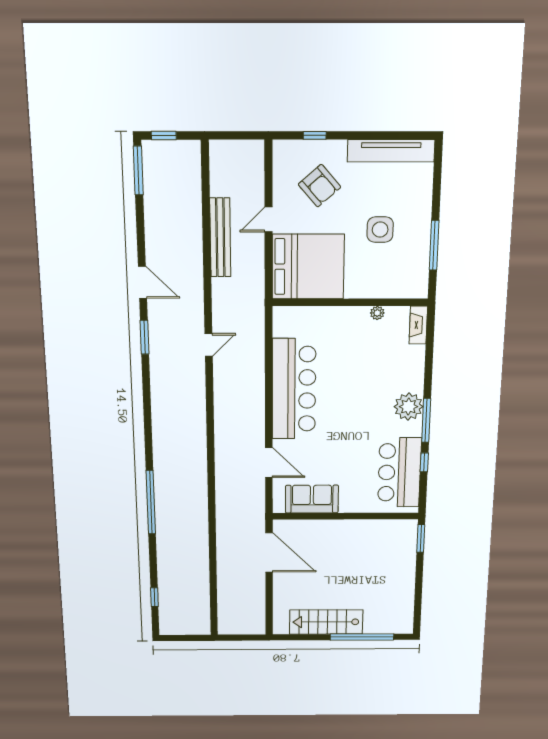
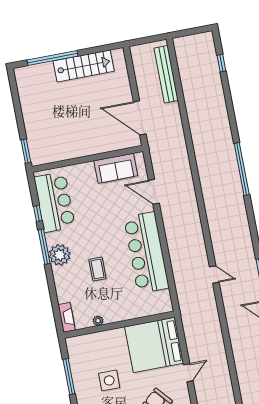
bench: (220, 238) -> (166, 74), moved
door: (209, 345) -> (214, 274), swing flipped
coffee table: (363, 380) -> (97, 269), added
window: (151, 502) -> (242, 169), moved

